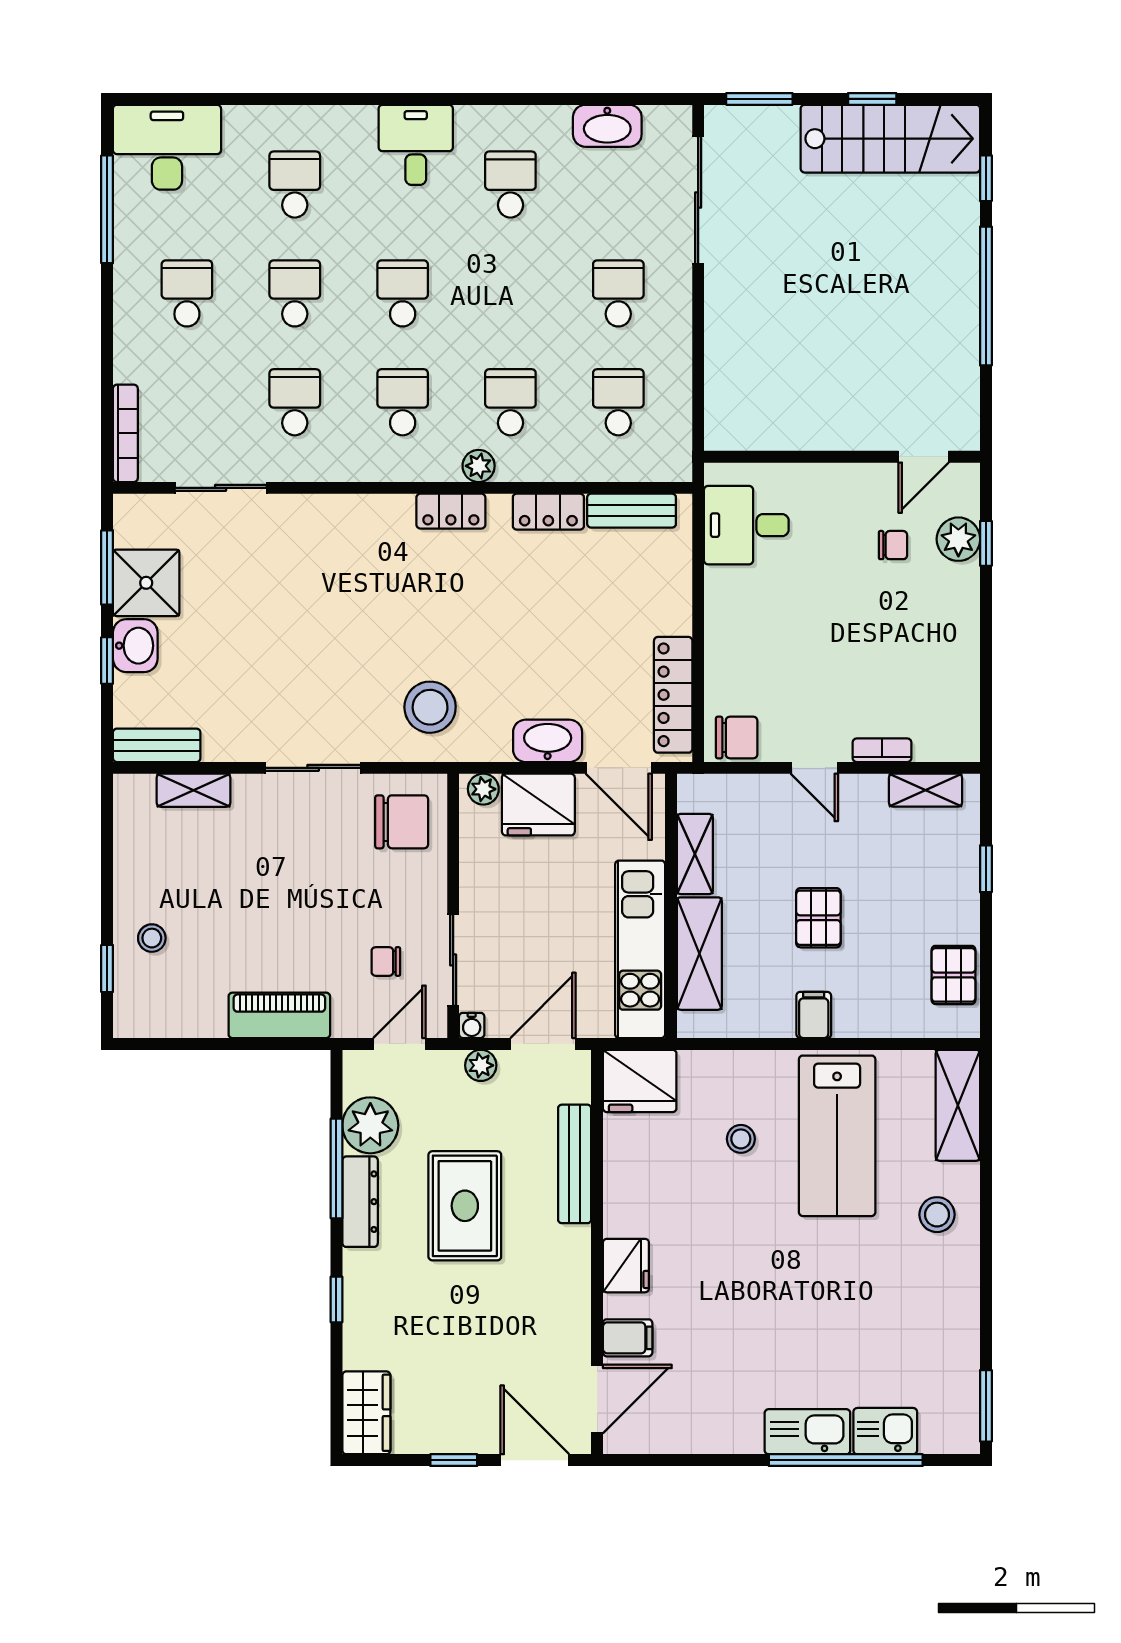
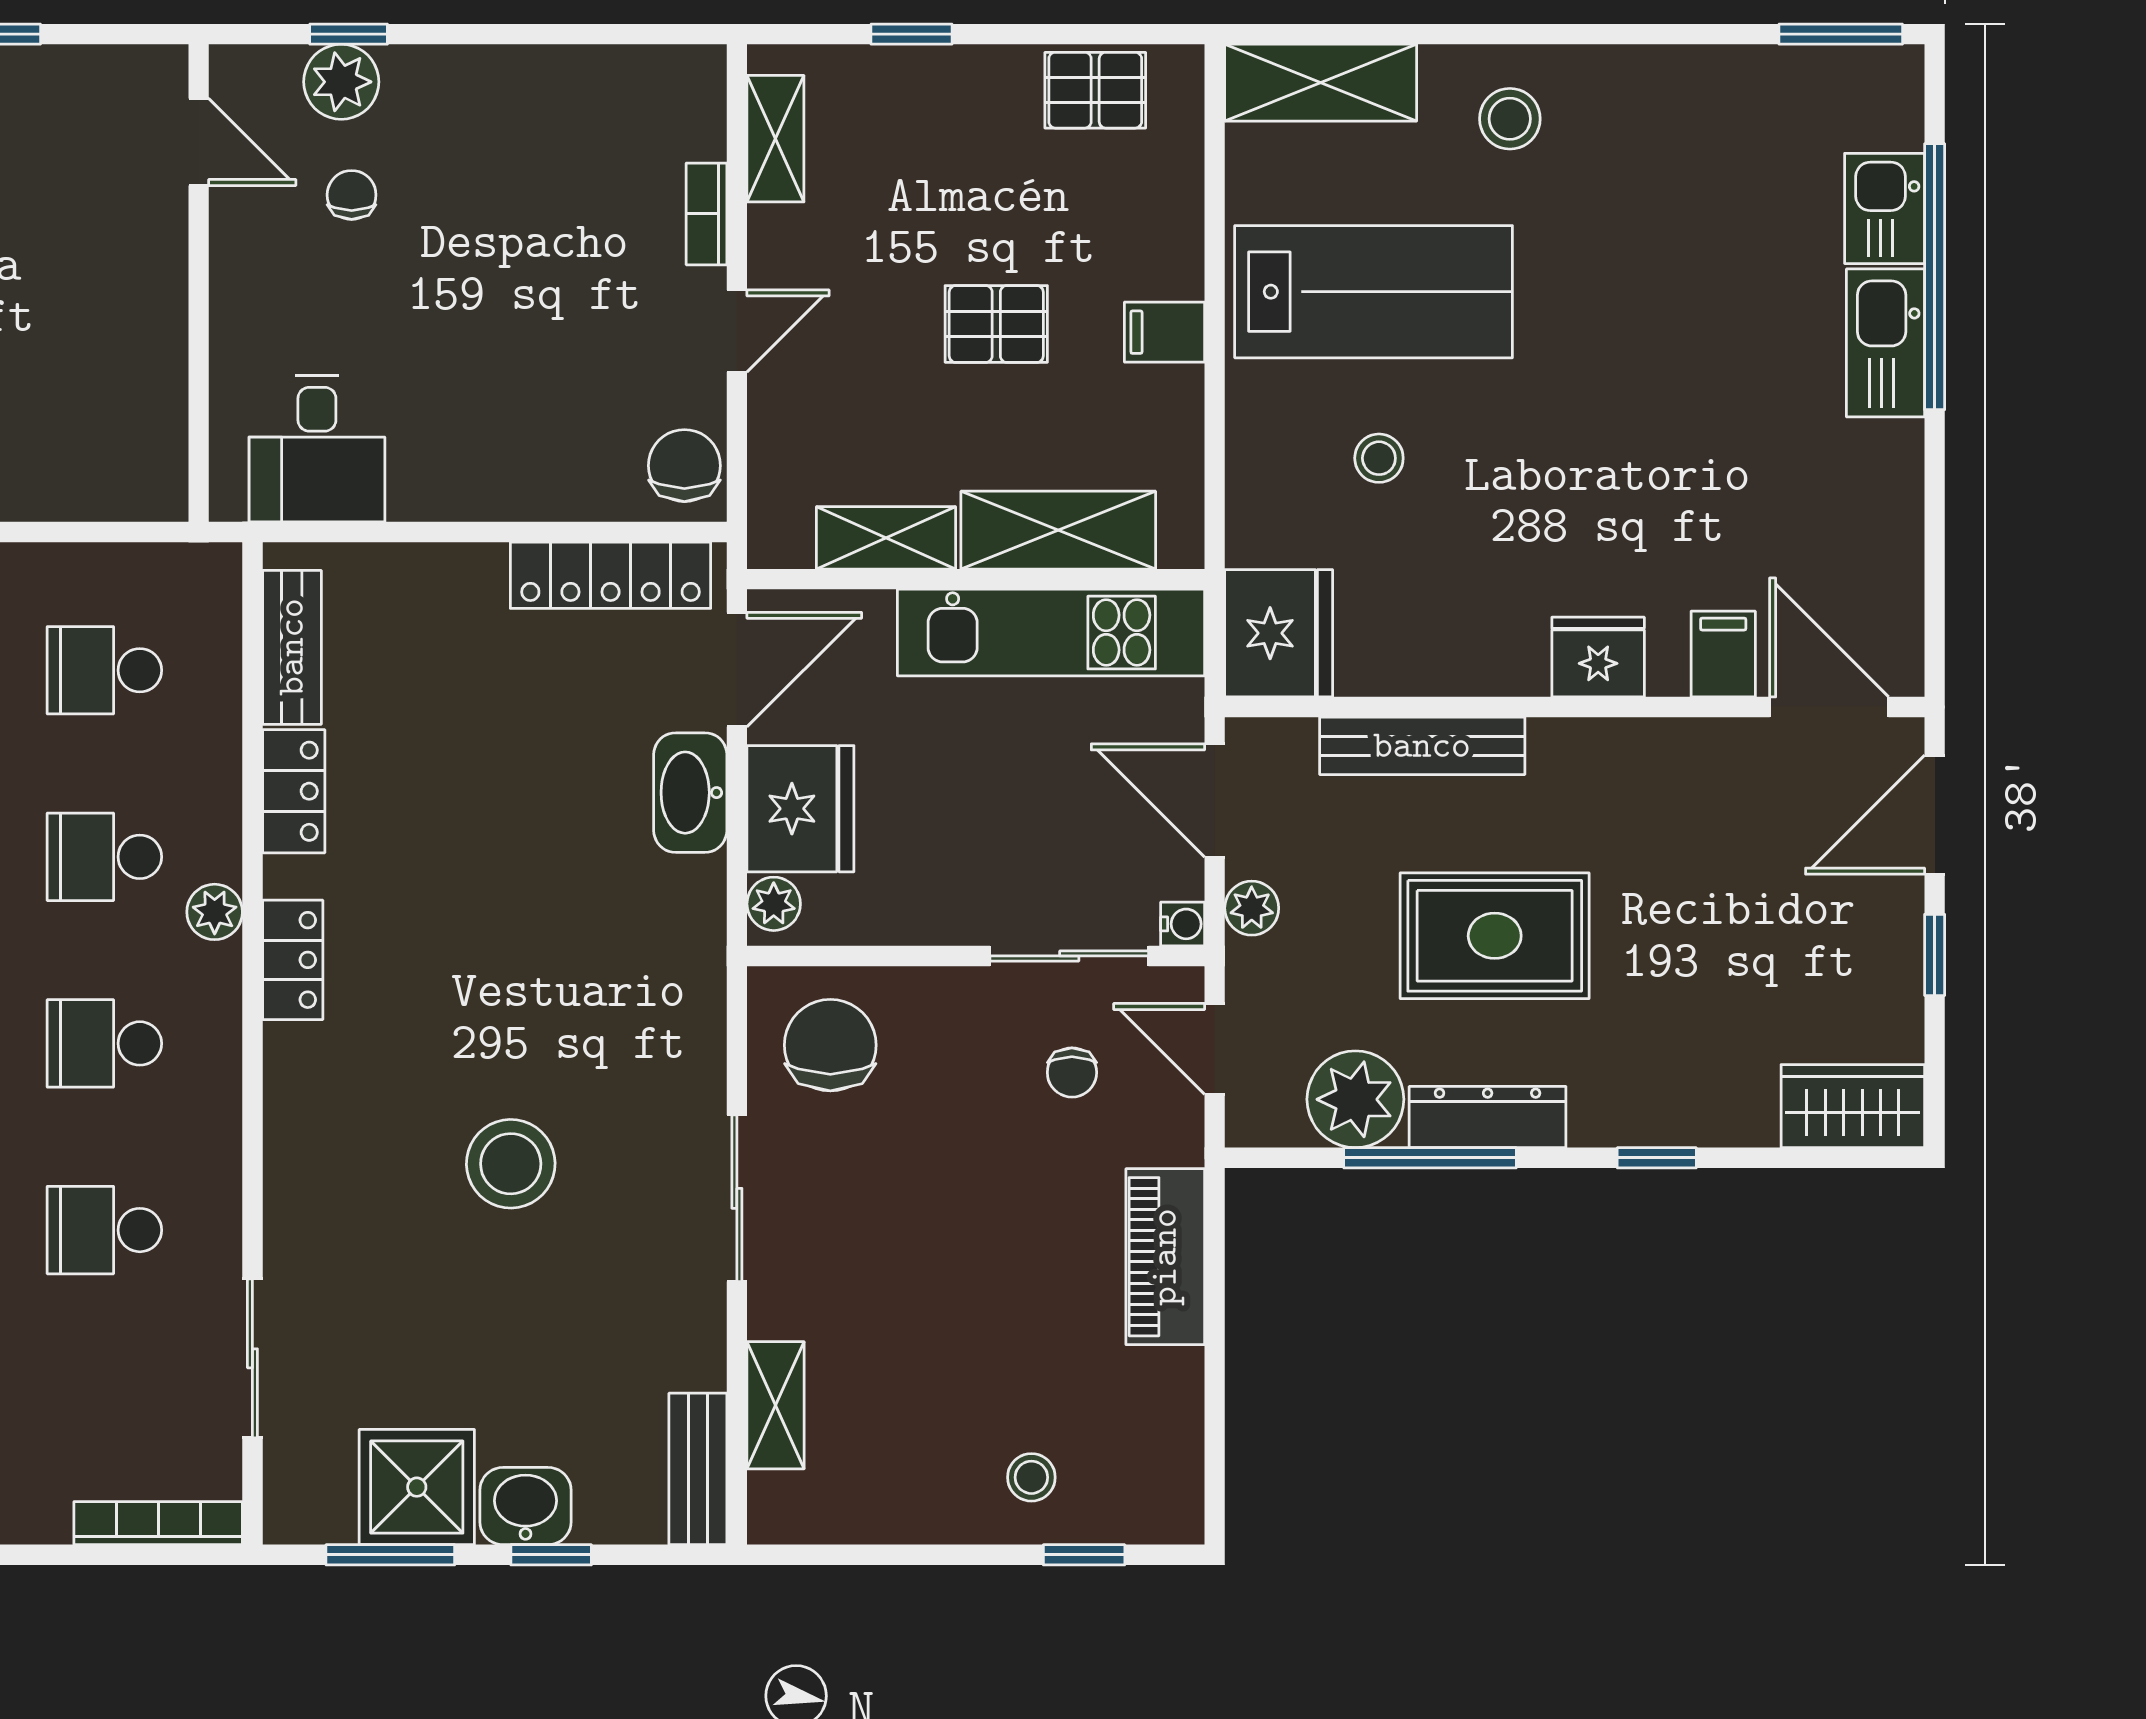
stool: (430, 707) -> (511, 1164), moved

